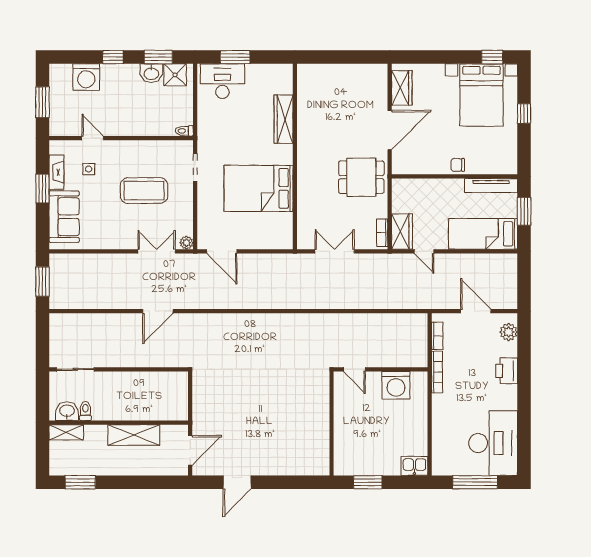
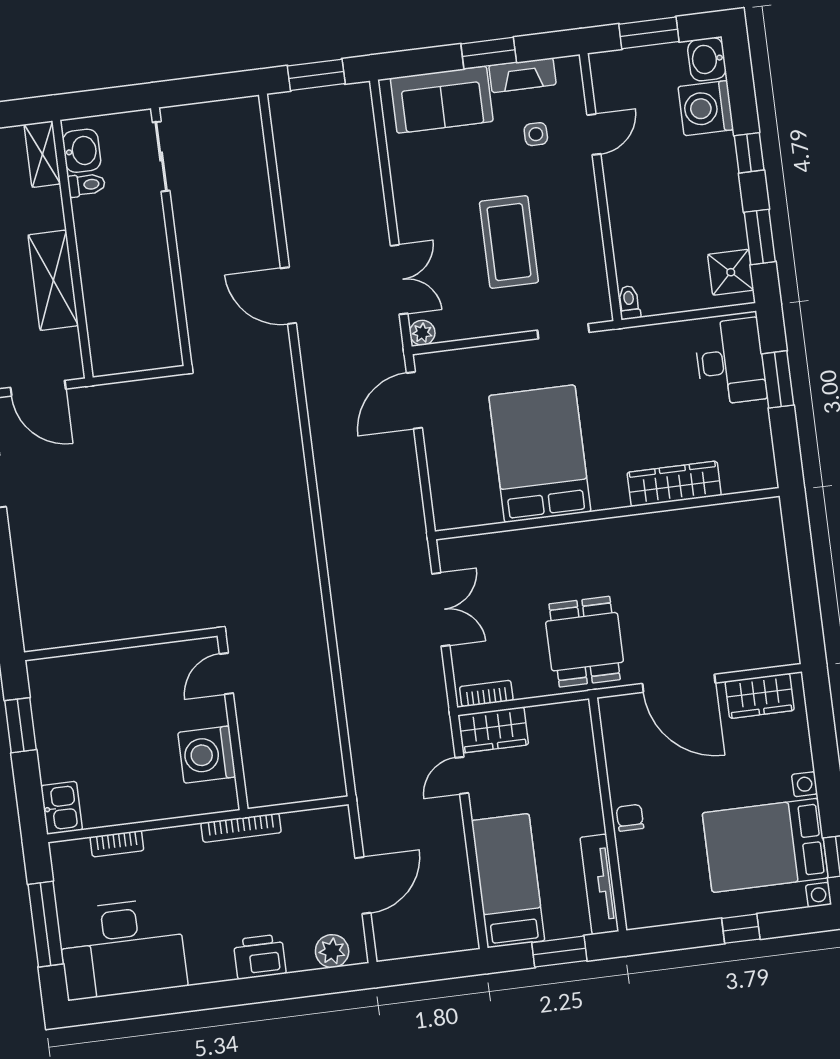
washbasin: (151, 73) -> (707, 59), moved
bookcase: (437, 336) -> (117, 844), moved

